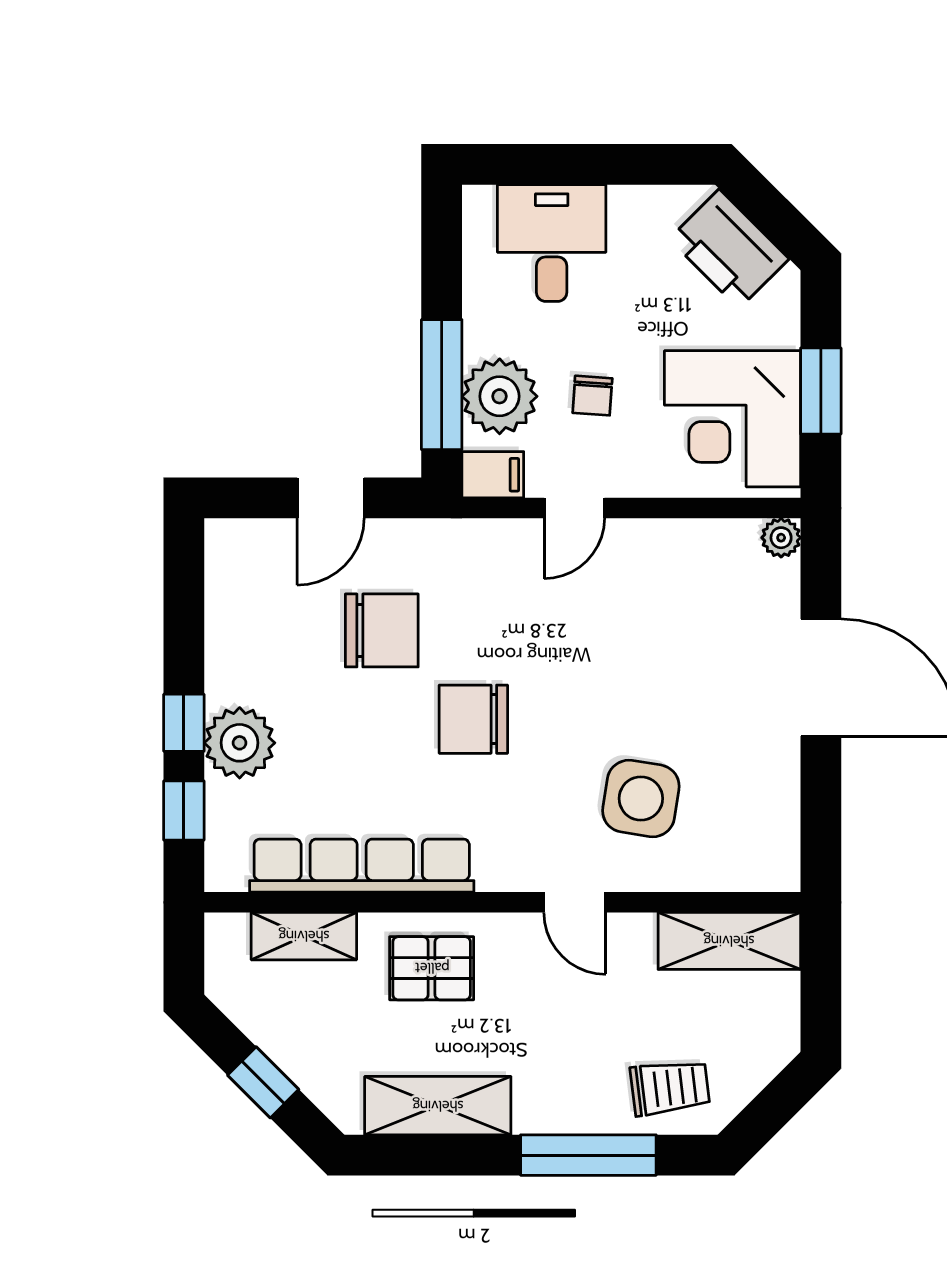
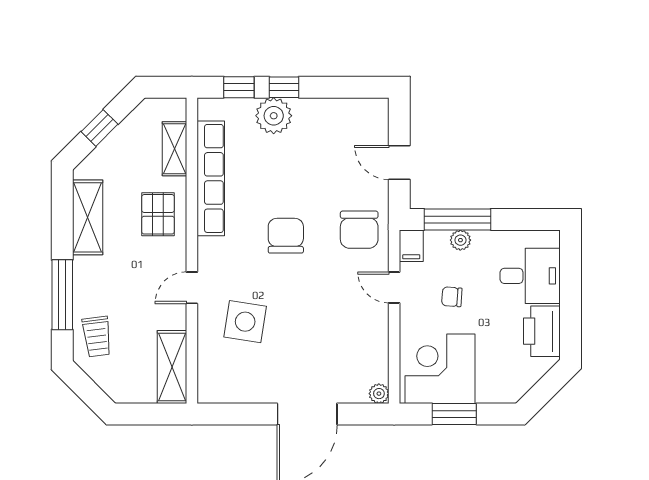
printer: (729, 249) -> (542, 331), moved, turned -45
plant: (500, 396) -> (460, 240), width x0.53, depth x0.53
chair: (382, 630) -> (359, 230), moved

